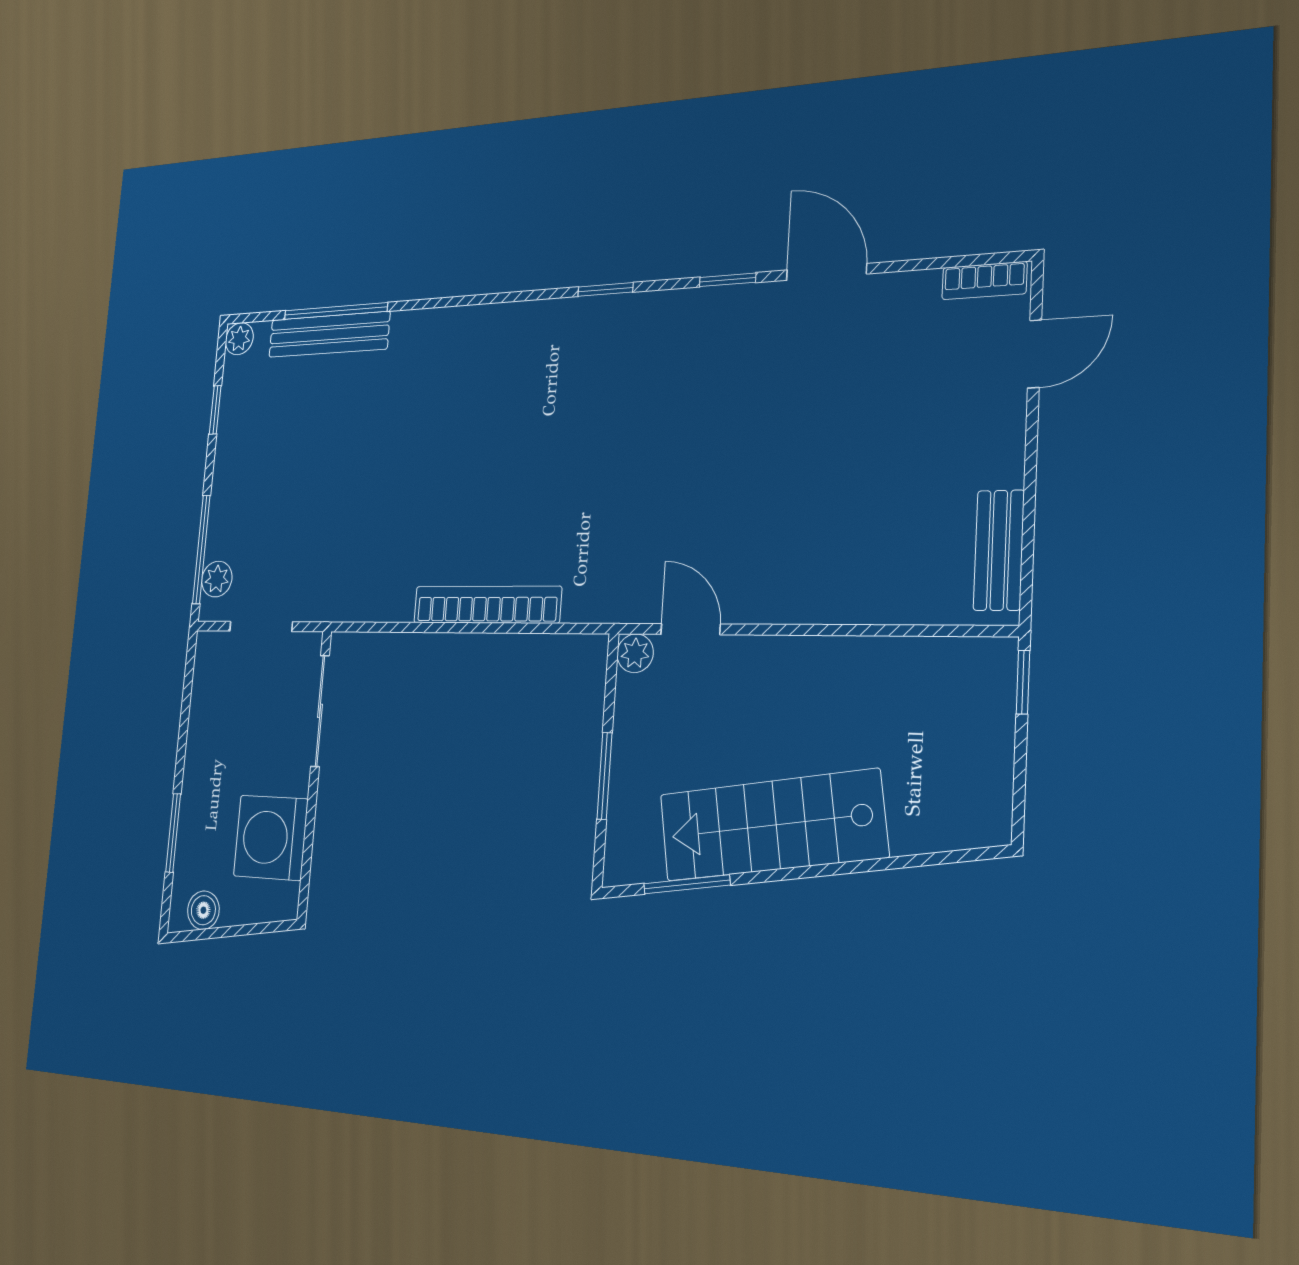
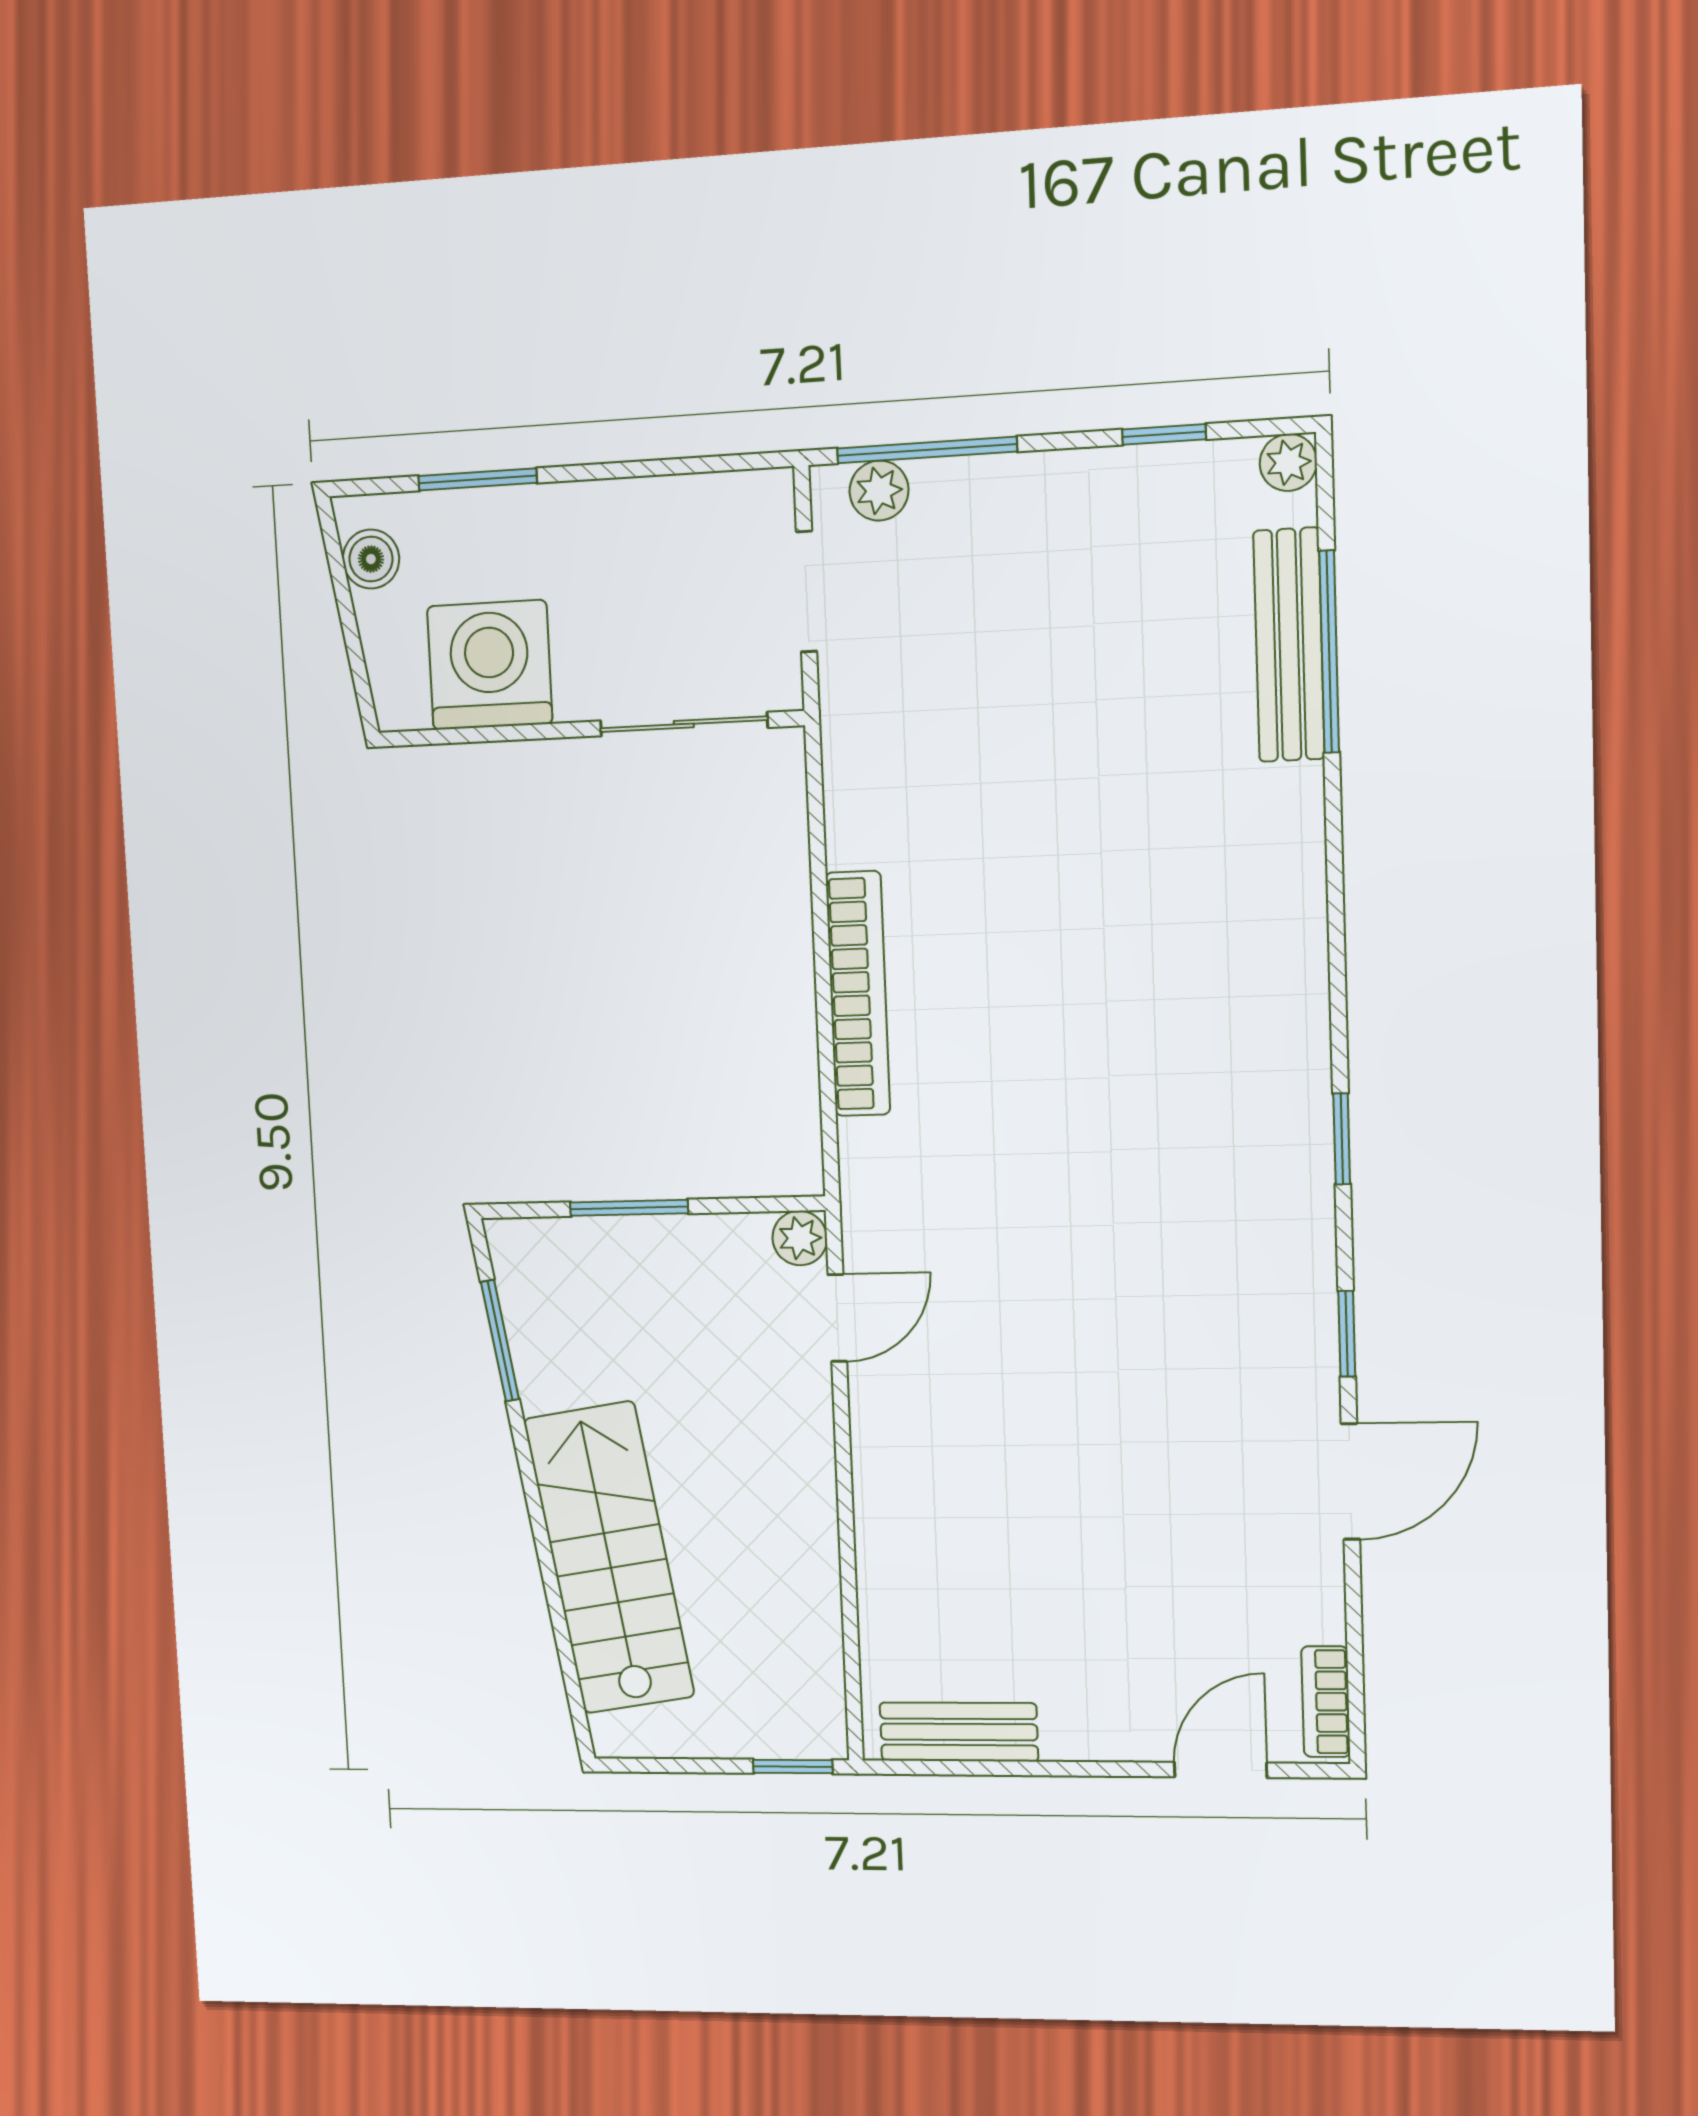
door: (1035, 354) -> (1221, 1770), swing flipped
stairs: (772, 825) -> (609, 1558), moved

